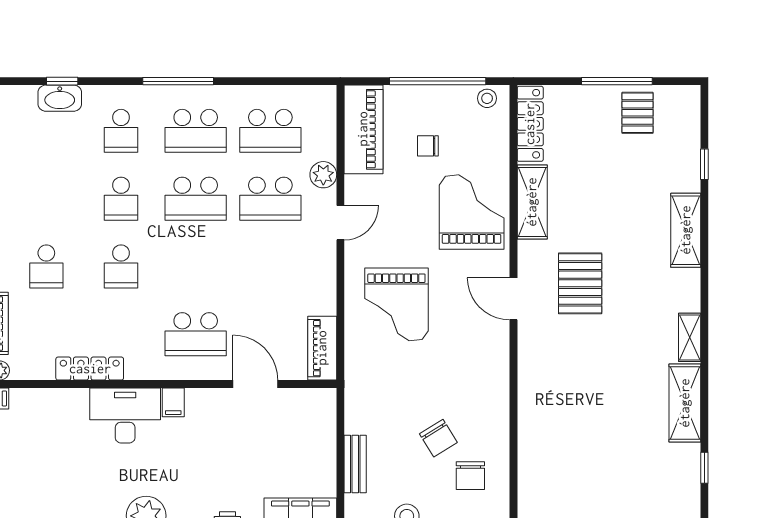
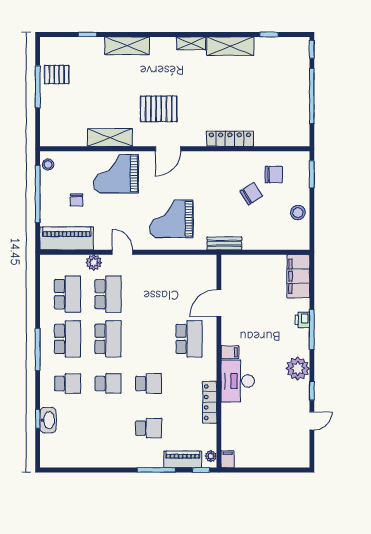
locker: (530, 124) -> (230, 139), moved
grand piano: (396, 304) -> (171, 219), turned 180
piano: (322, 348) -> (197, 263), removed
bench: (355, 464) -> (224, 243), moved

